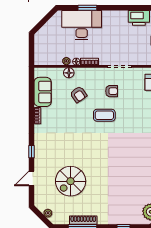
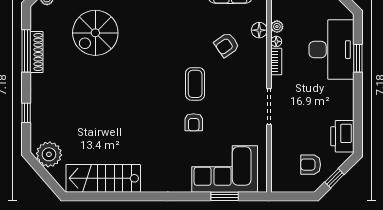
armchair: (112, 91) -> (194, 122), moved
spiral stairs: (71, 181) -> (95, 33), turned -90

